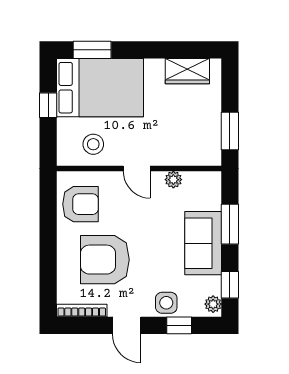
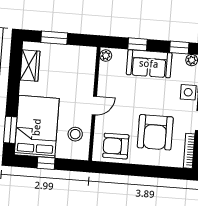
window: (230, 131) -> (54, 38), moved
plant: (173, 180) -> (106, 56), moved
armchair: (81, 204) -> (116, 146), turned -90
window: (230, 224) -> (137, 44), width x0.67

